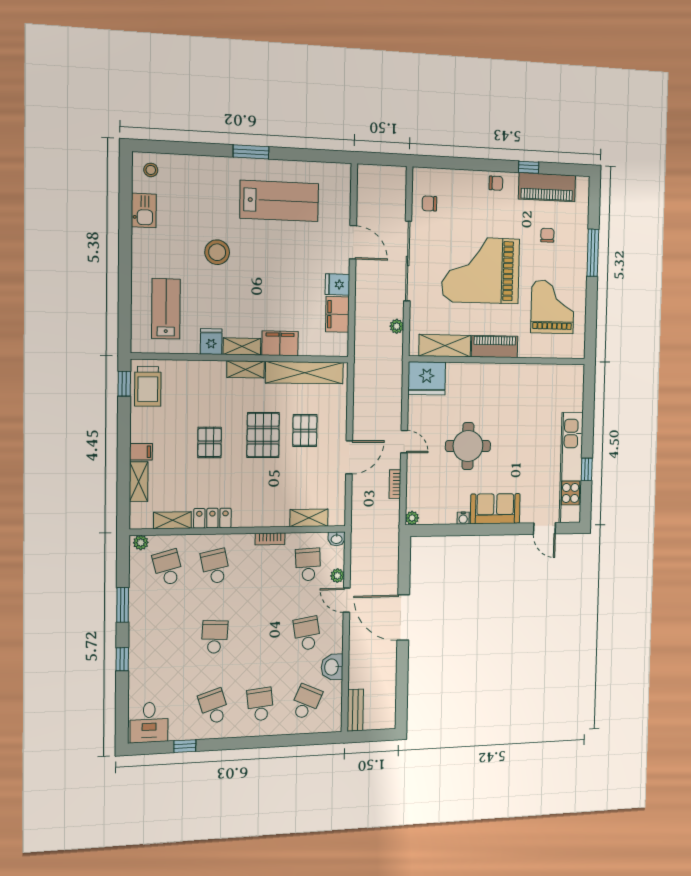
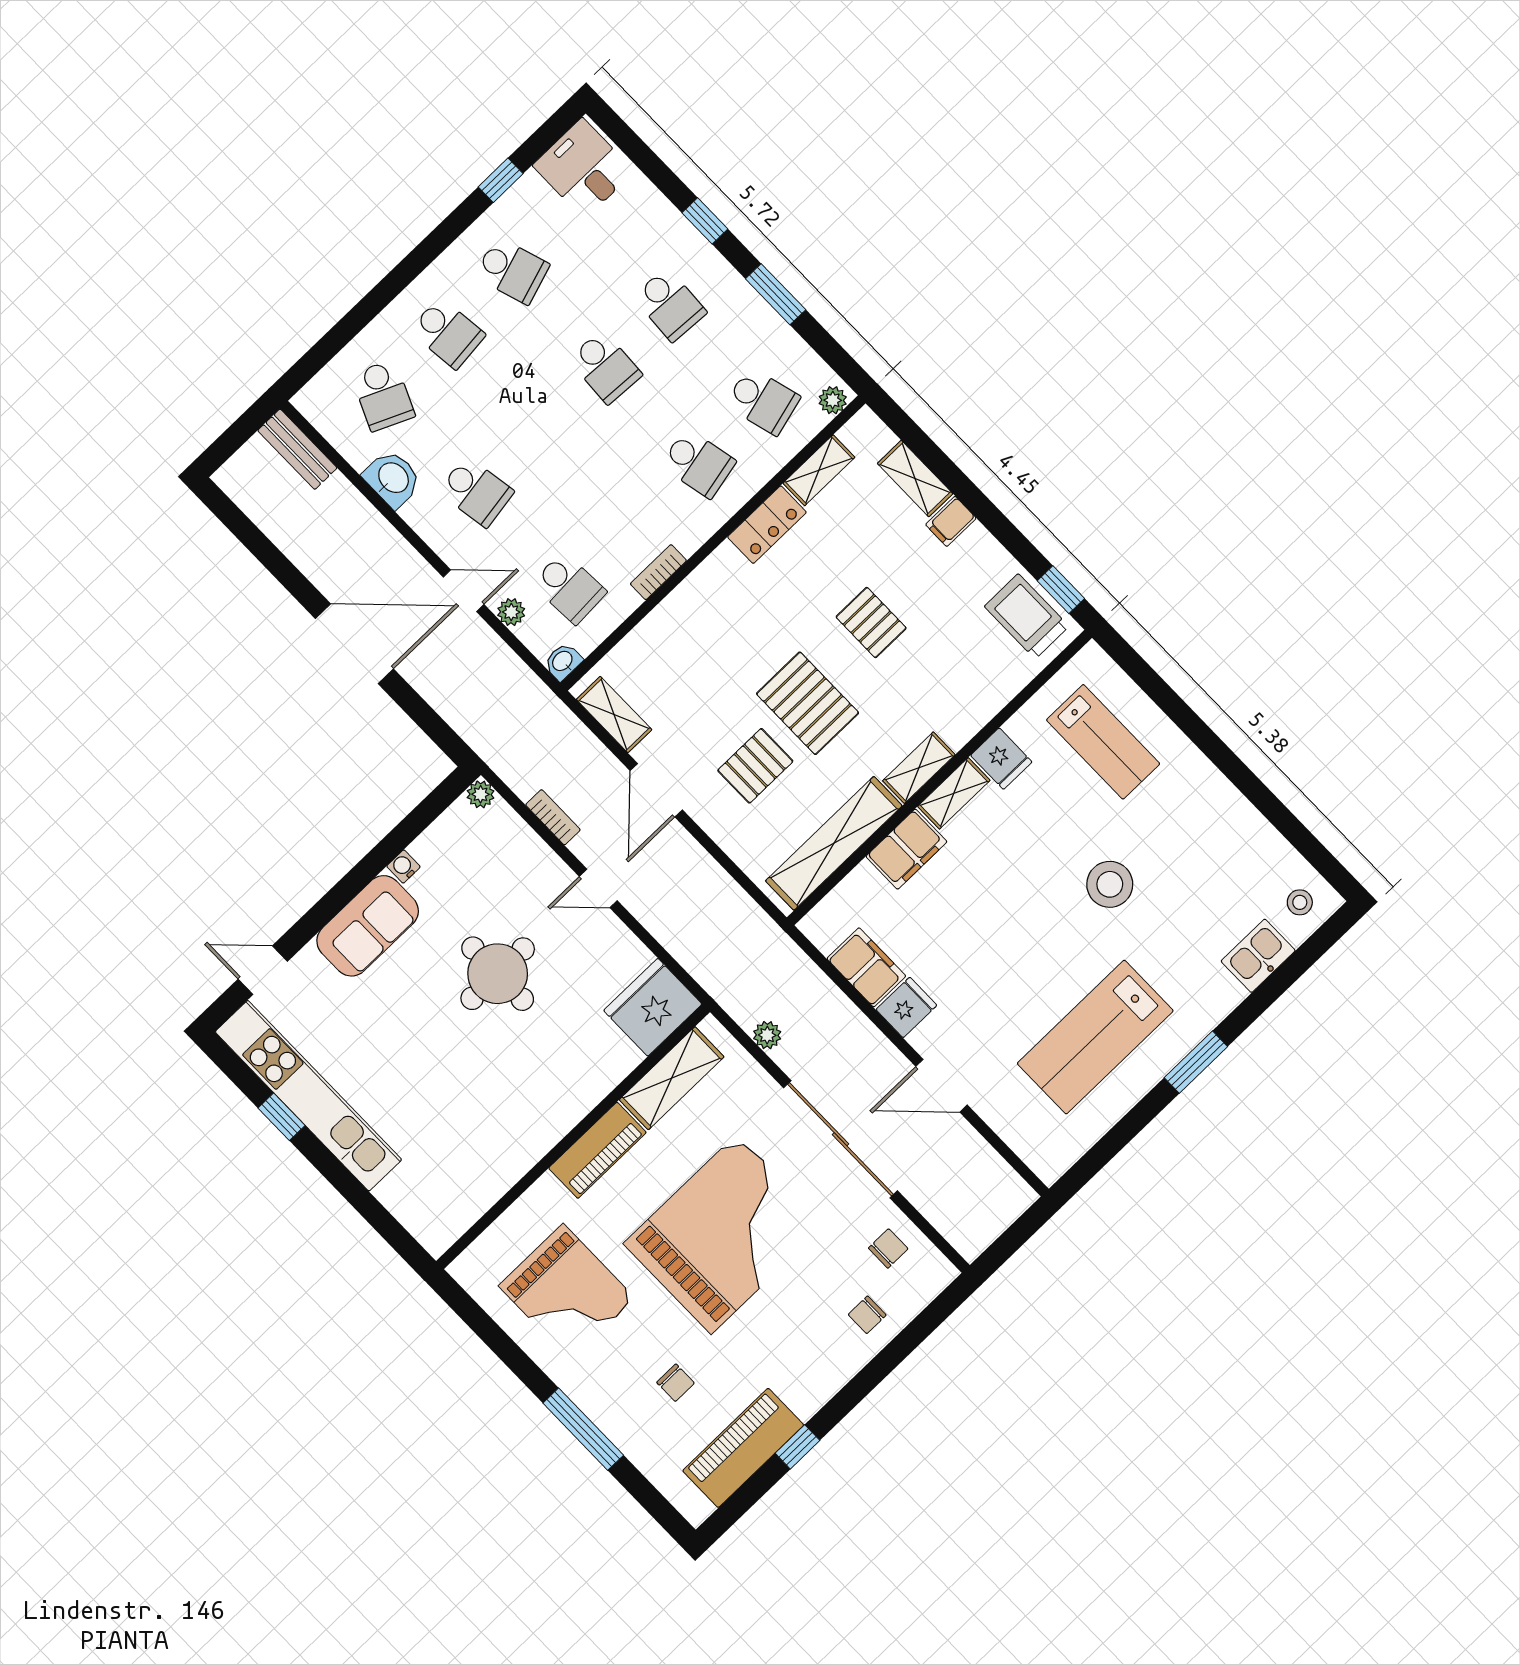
chair: (496, 183) -> (867, 1315), moved
kitchen sink: (144, 210) -> (1258, 956), moved, turned 90
pallet: (305, 431) -> (755, 766), turned 90
shelving: (309, 518) -> (614, 715), moved, turned 90
school desk: (167, 639) -> (670, 305), added

